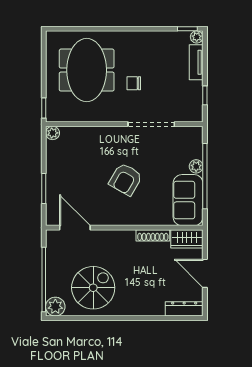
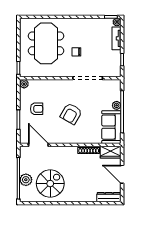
armchair: (72, 172) -> (37, 109), added
plant: (55, 307) -> (26, 180), moved

